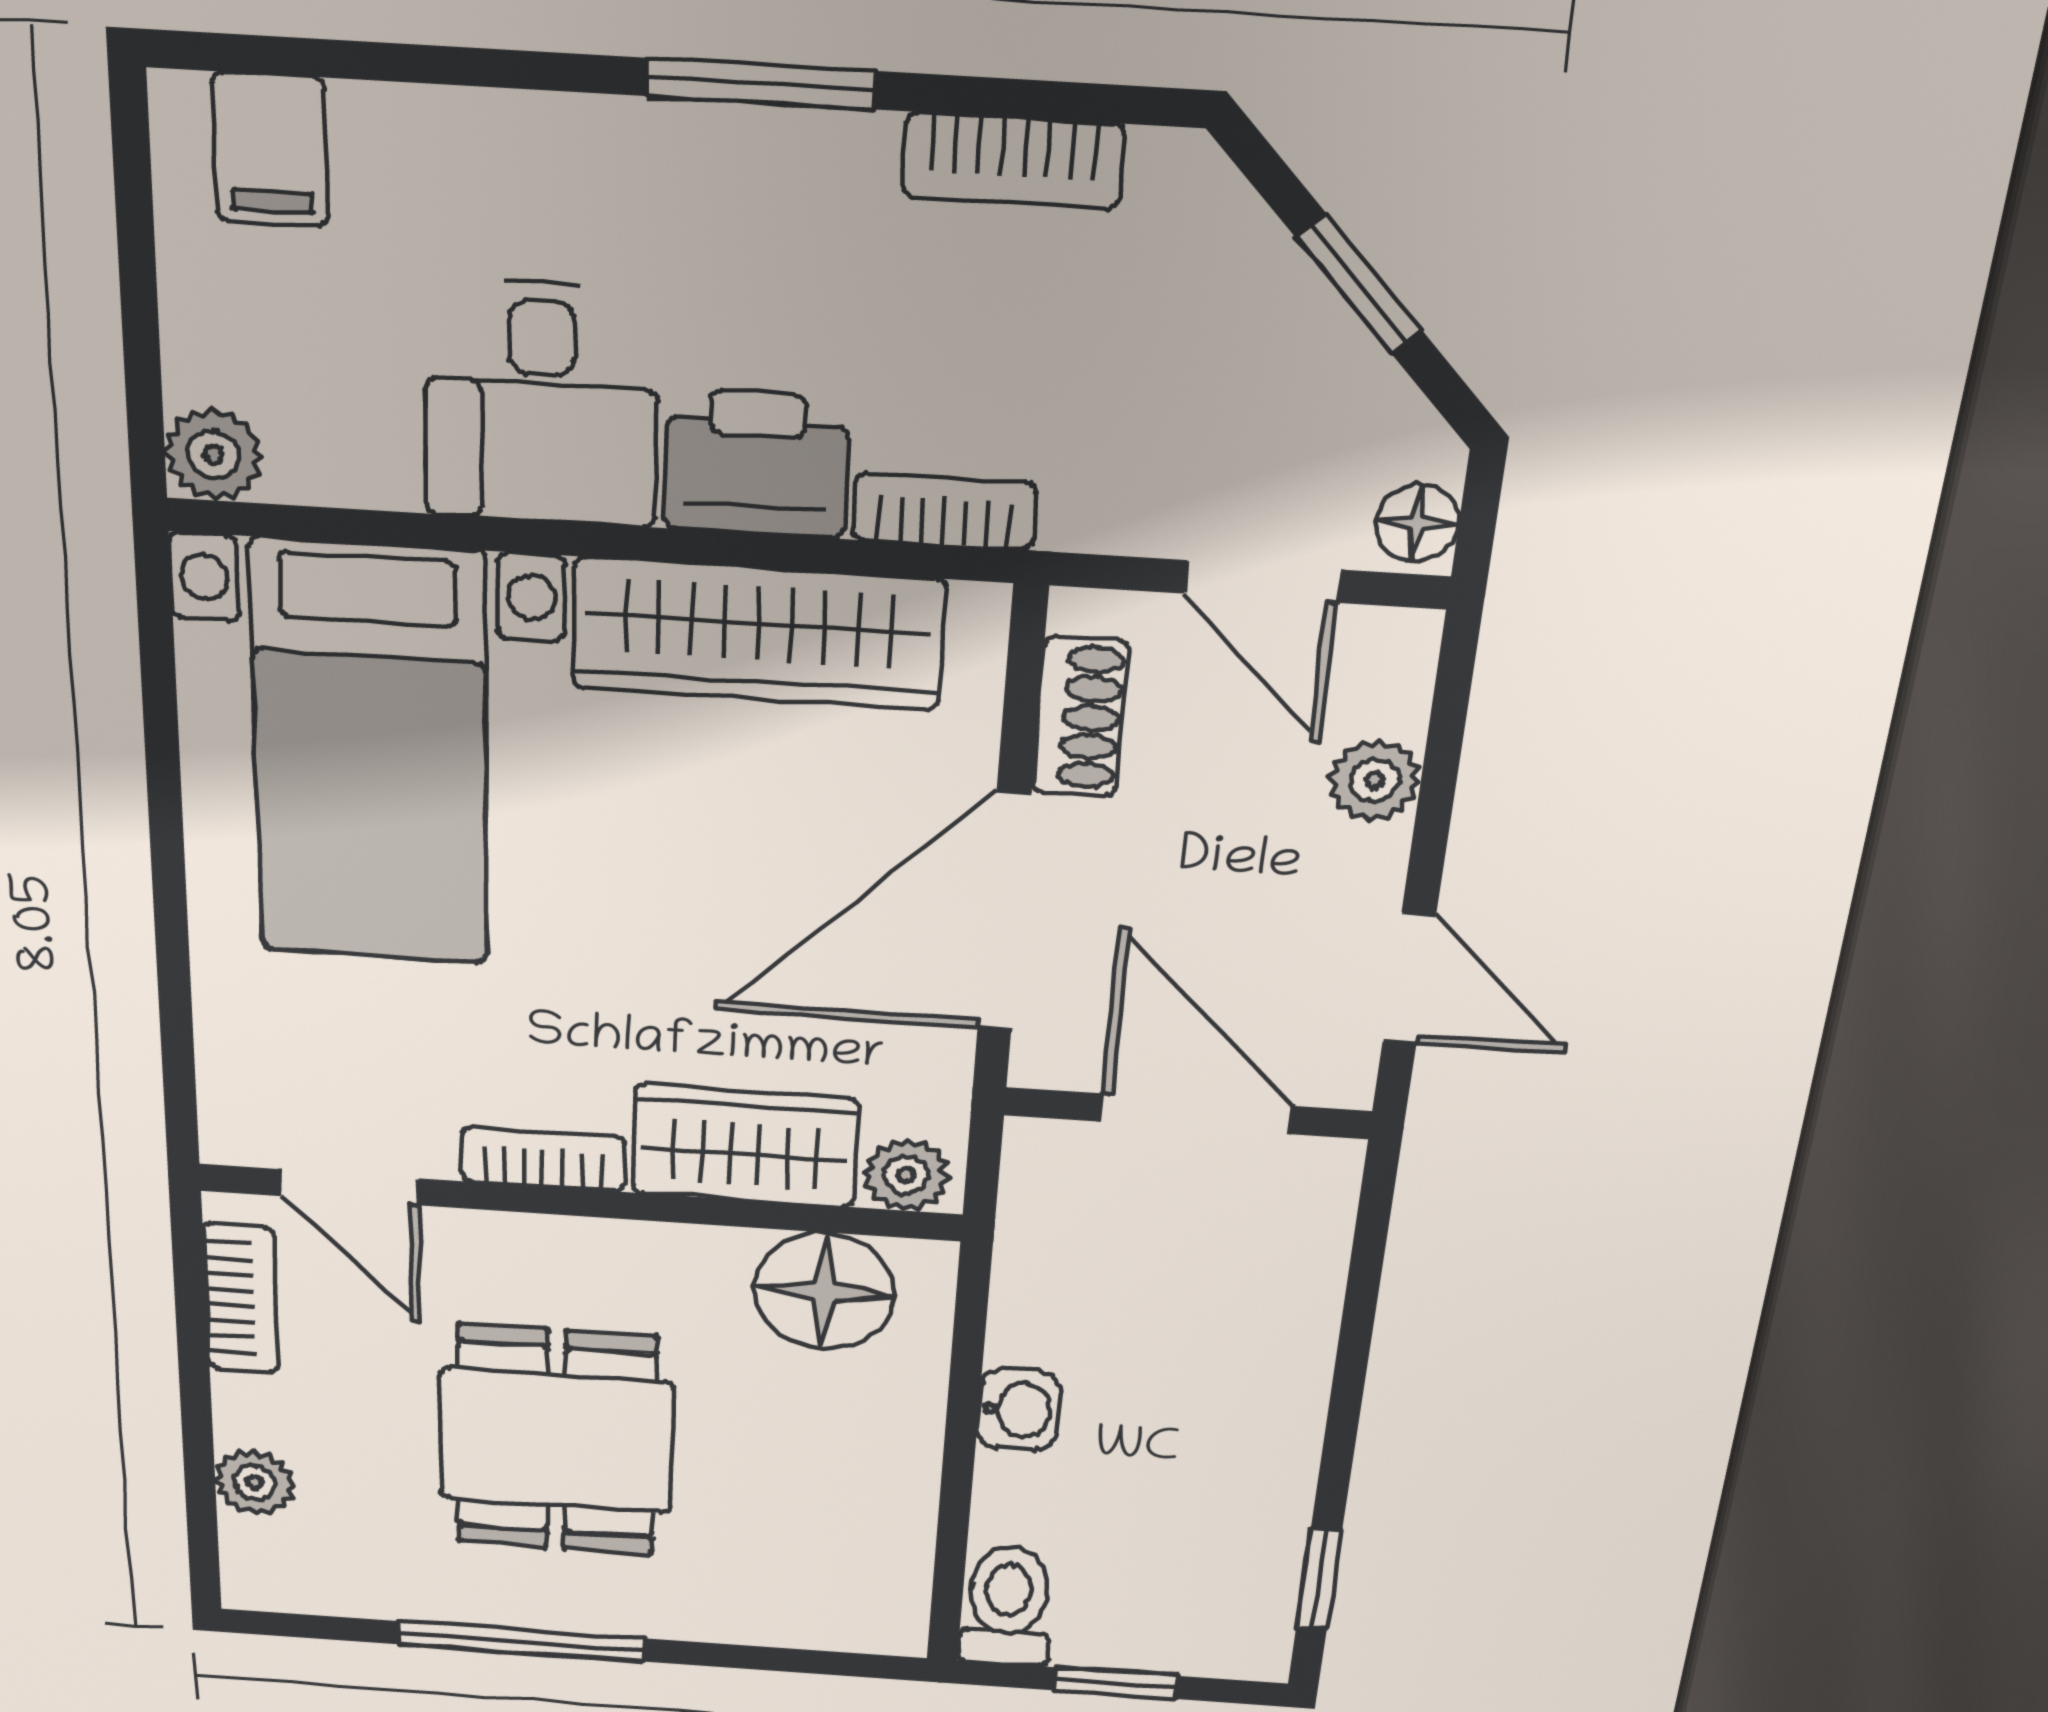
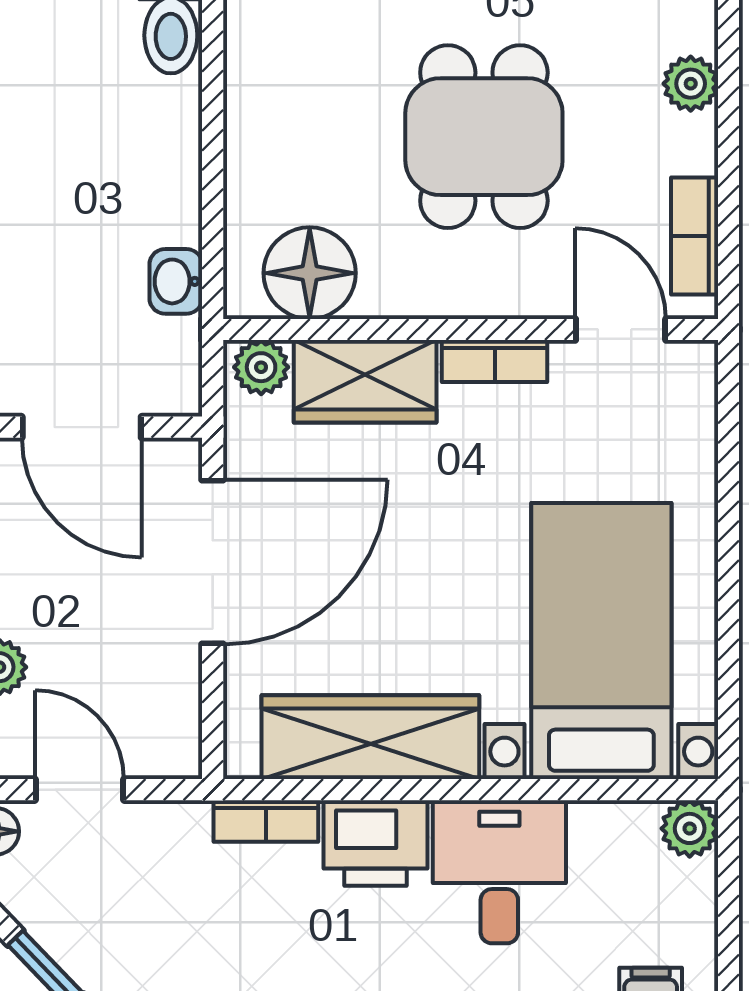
shoe rack: (1080, 717) -> (177, 696), removed
washbasin: (1018, 1410) -> (176, 281), moved

